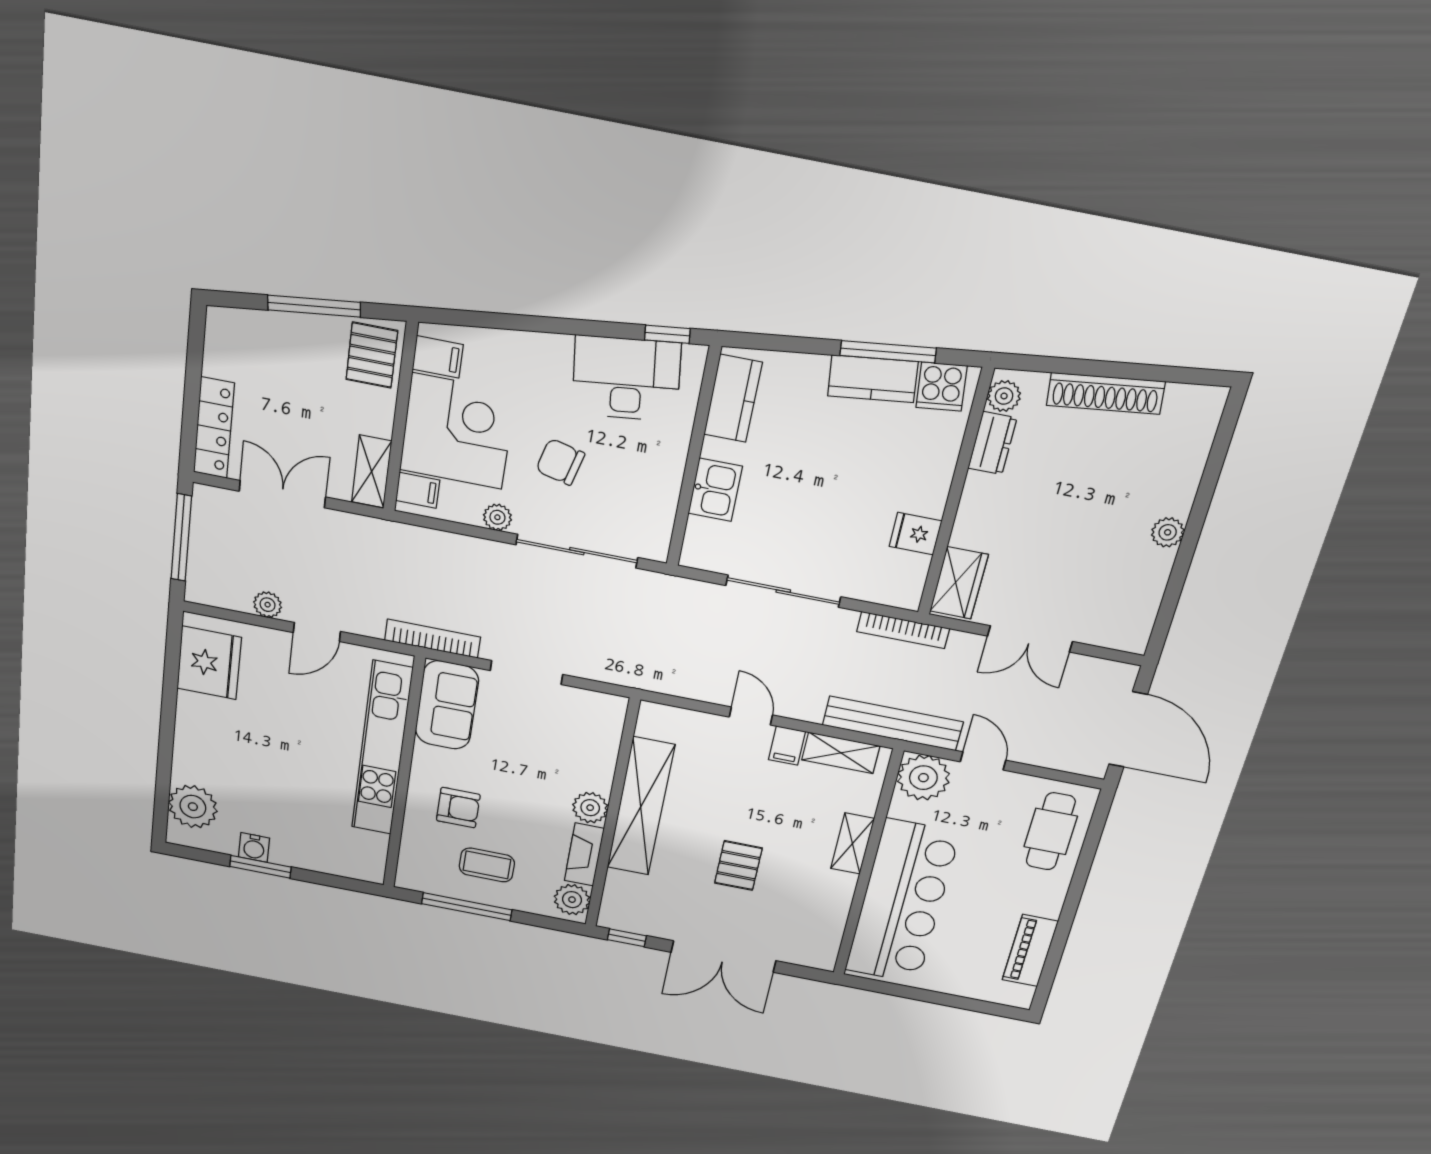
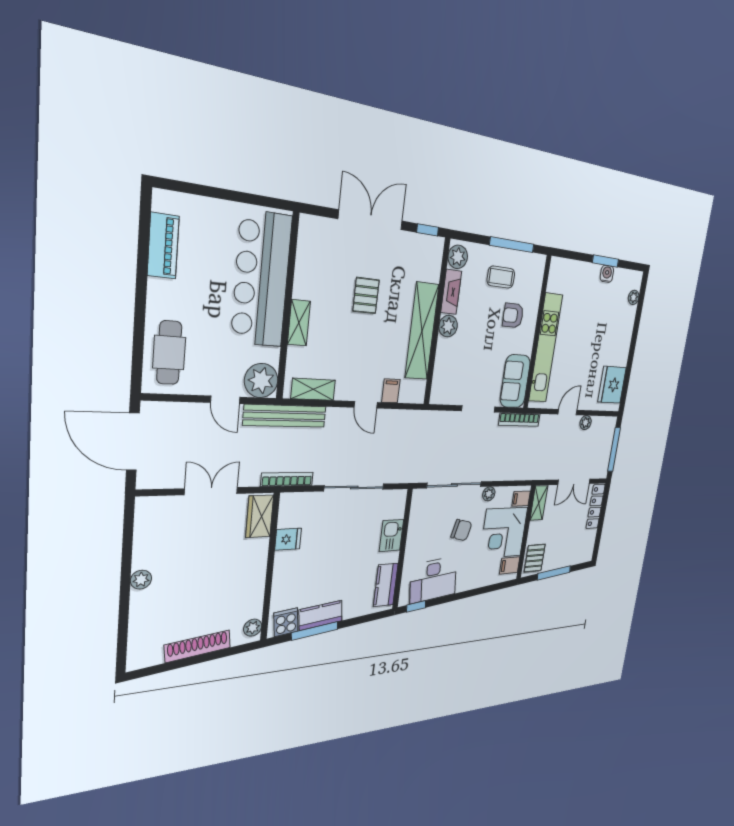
dresser: (992, 443) -> (255, 601), removed
filing cabinet: (787, 746) -> (391, 391), moved
plant: (193, 807) -> (634, 297), width x0.53, depth x0.53

